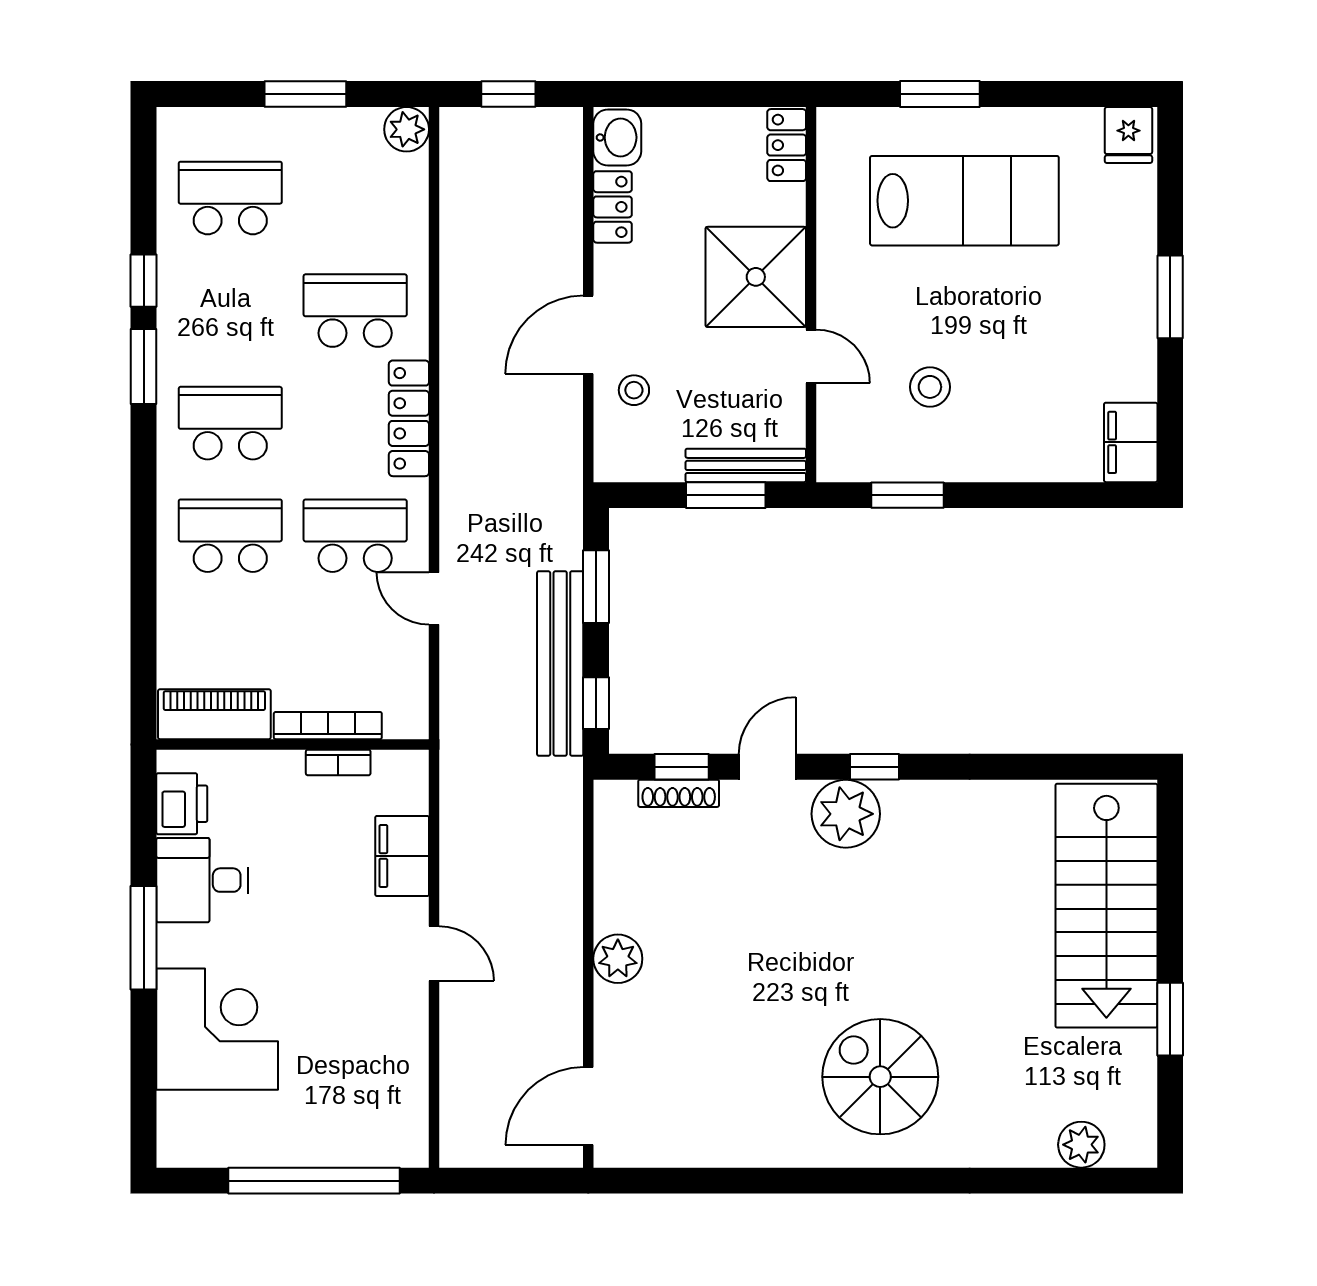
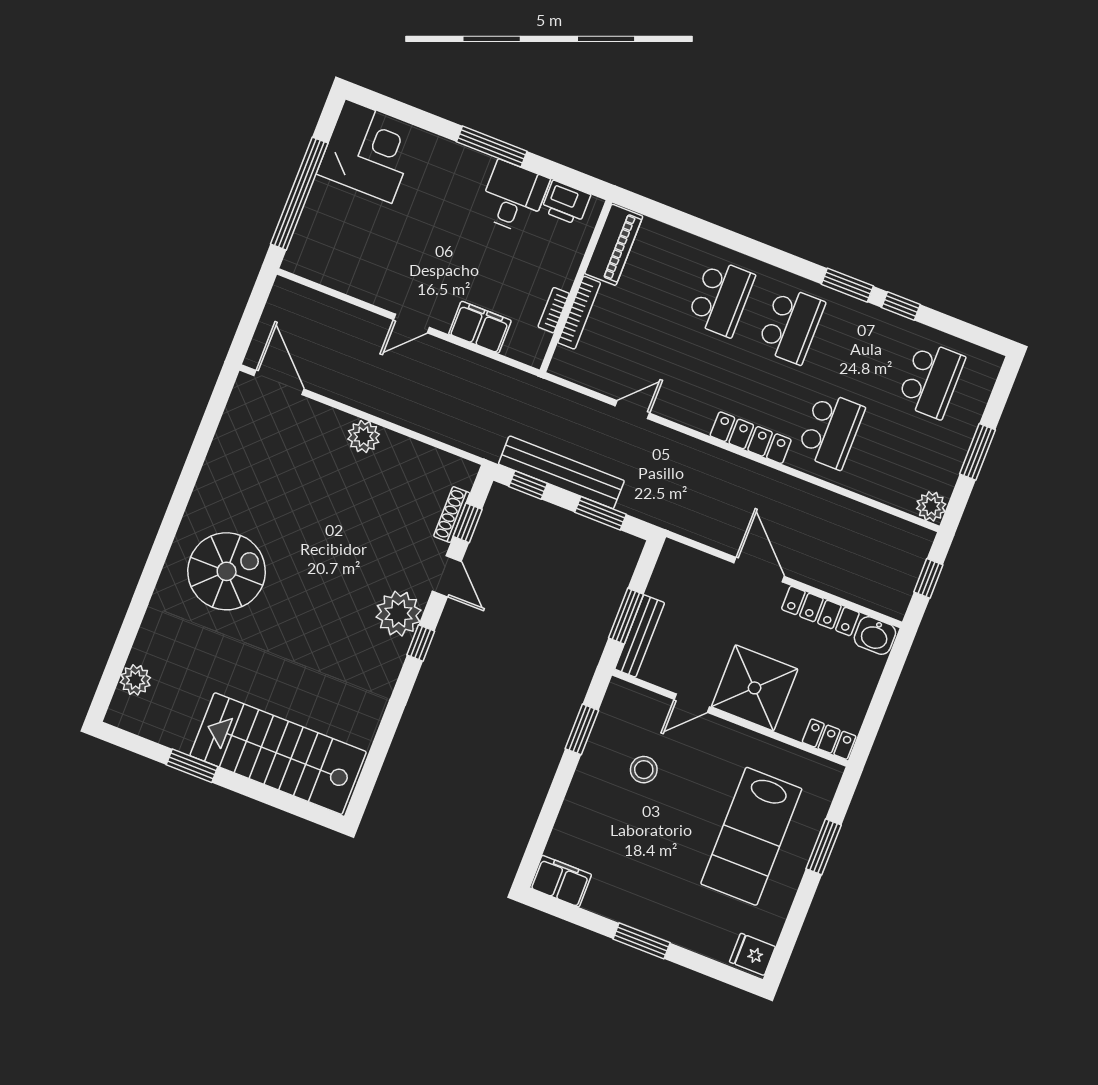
locker: (613, 207) -> (820, 611), width x1.53
stool: (634, 390) -> (714, 585), removed
school desk: (355, 536) -> (691, 376), removed
corner desk: (217, 1029) -> (369, 151), moved, turned -90

